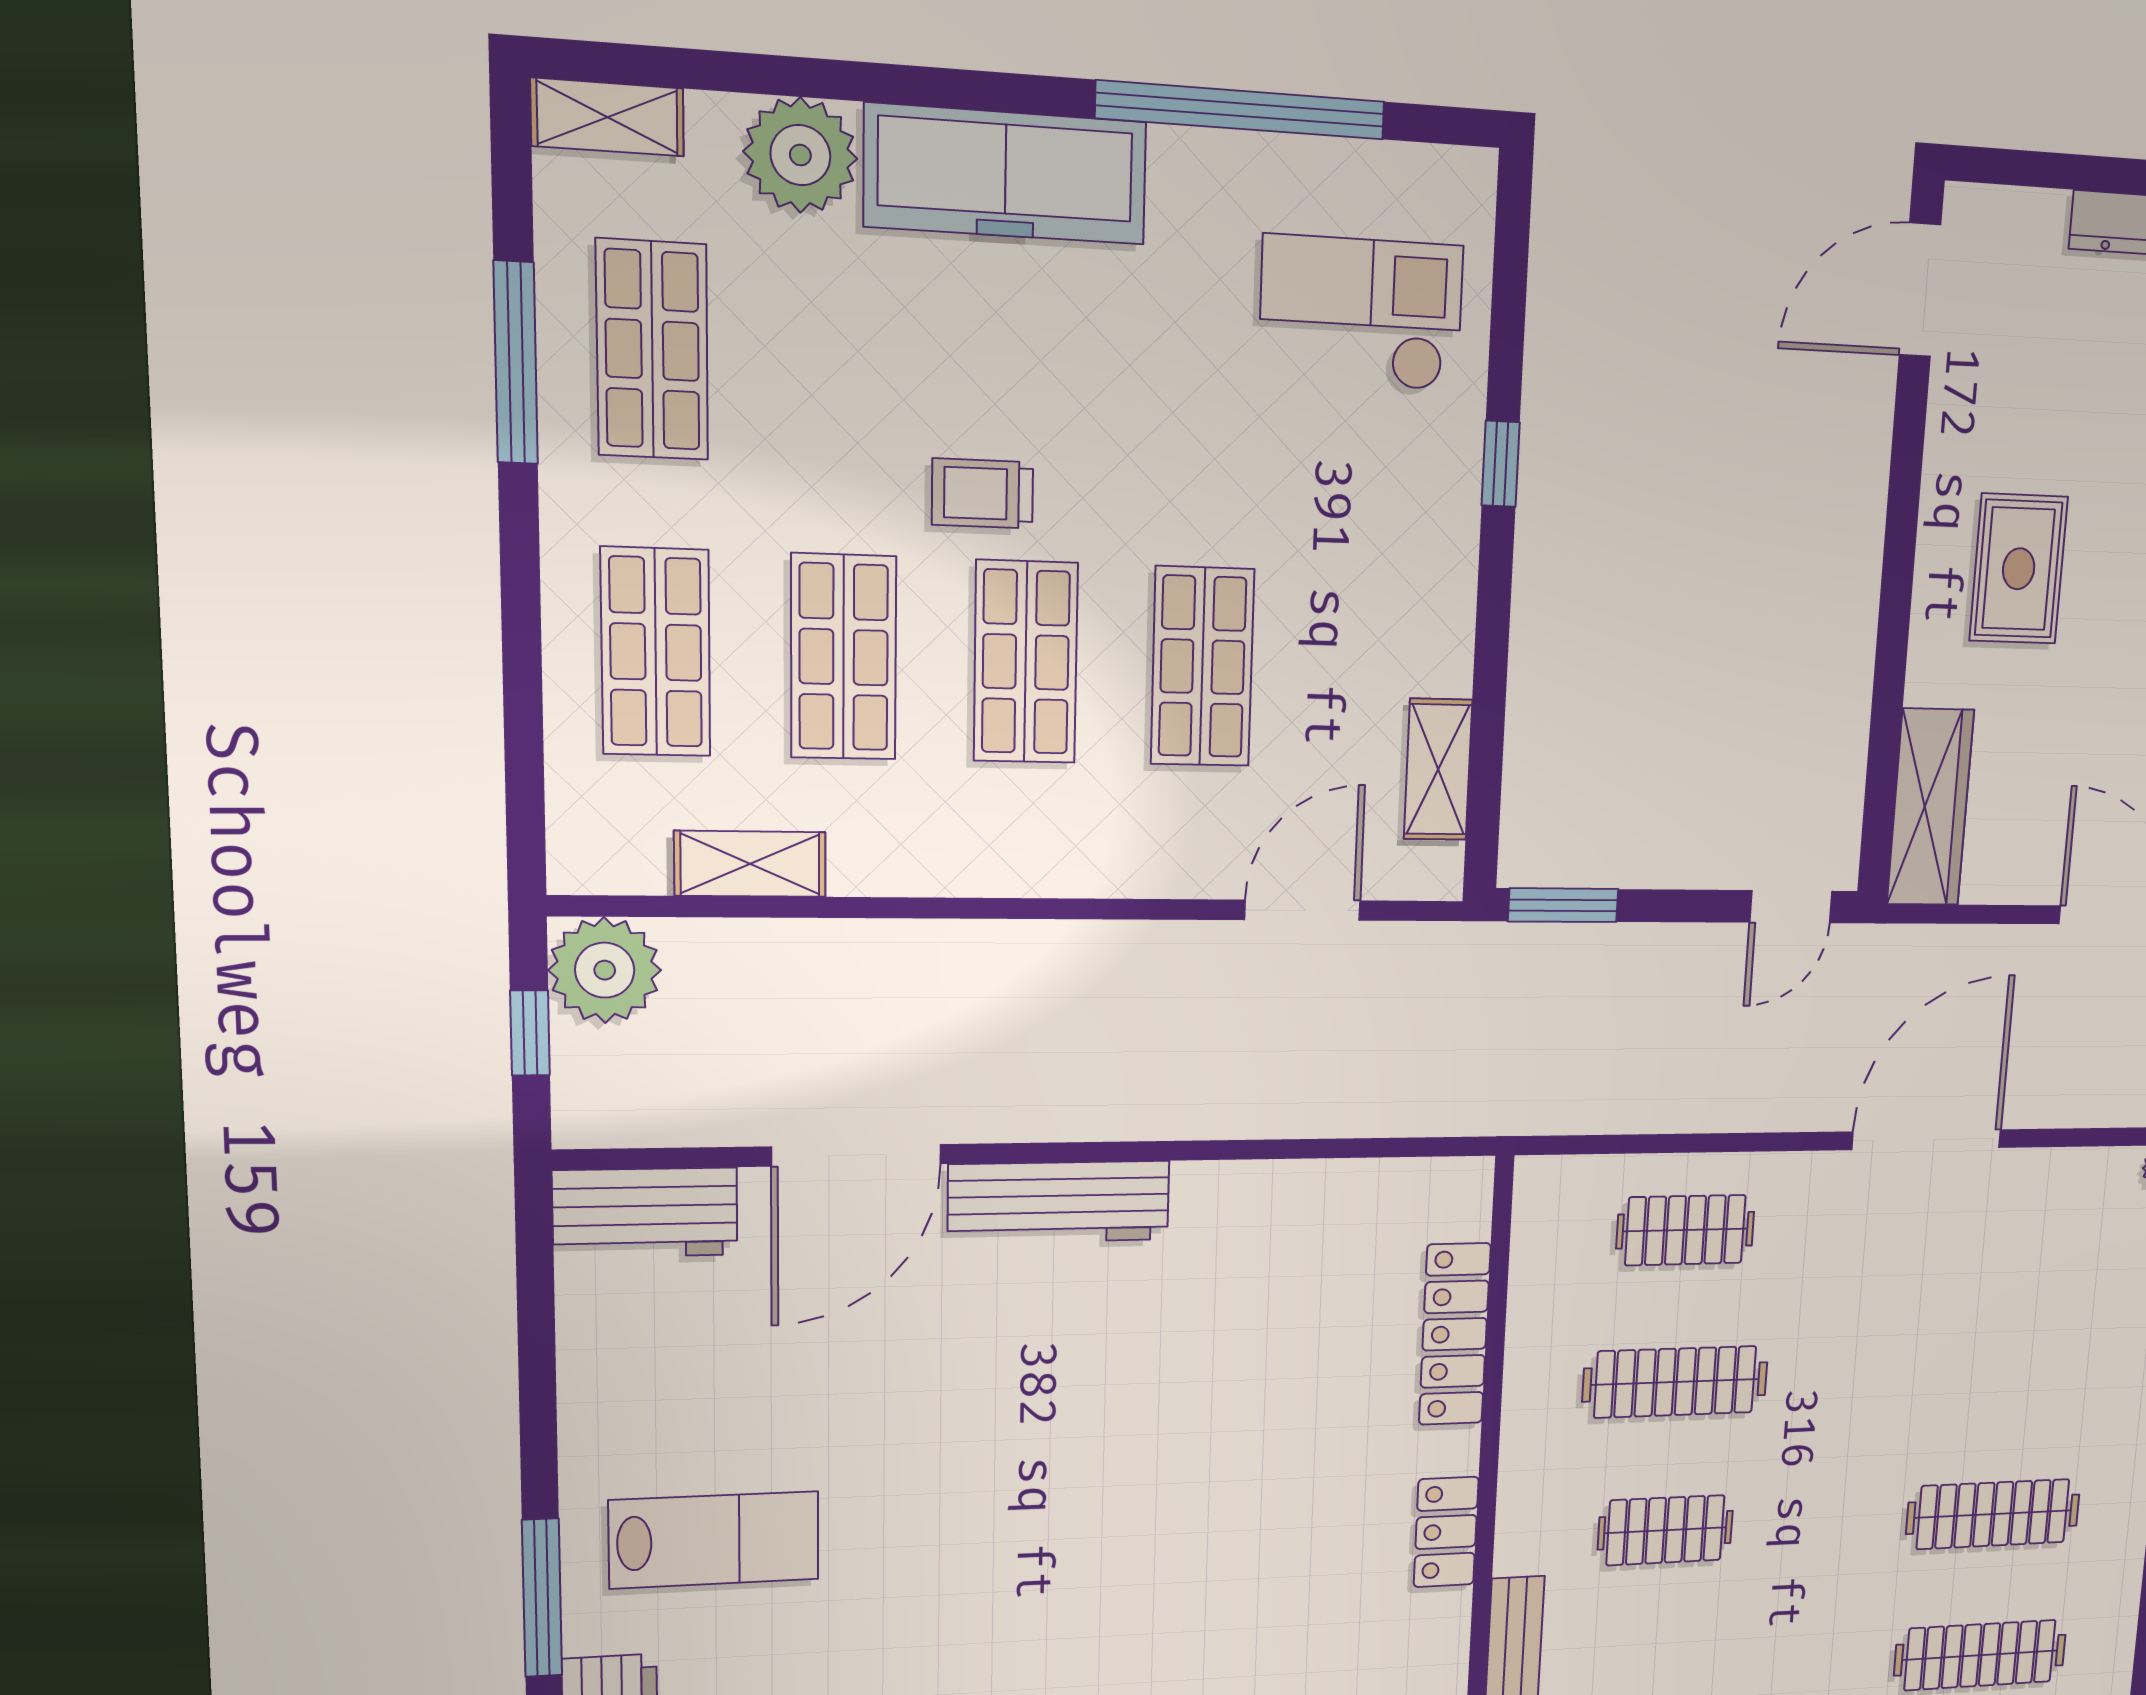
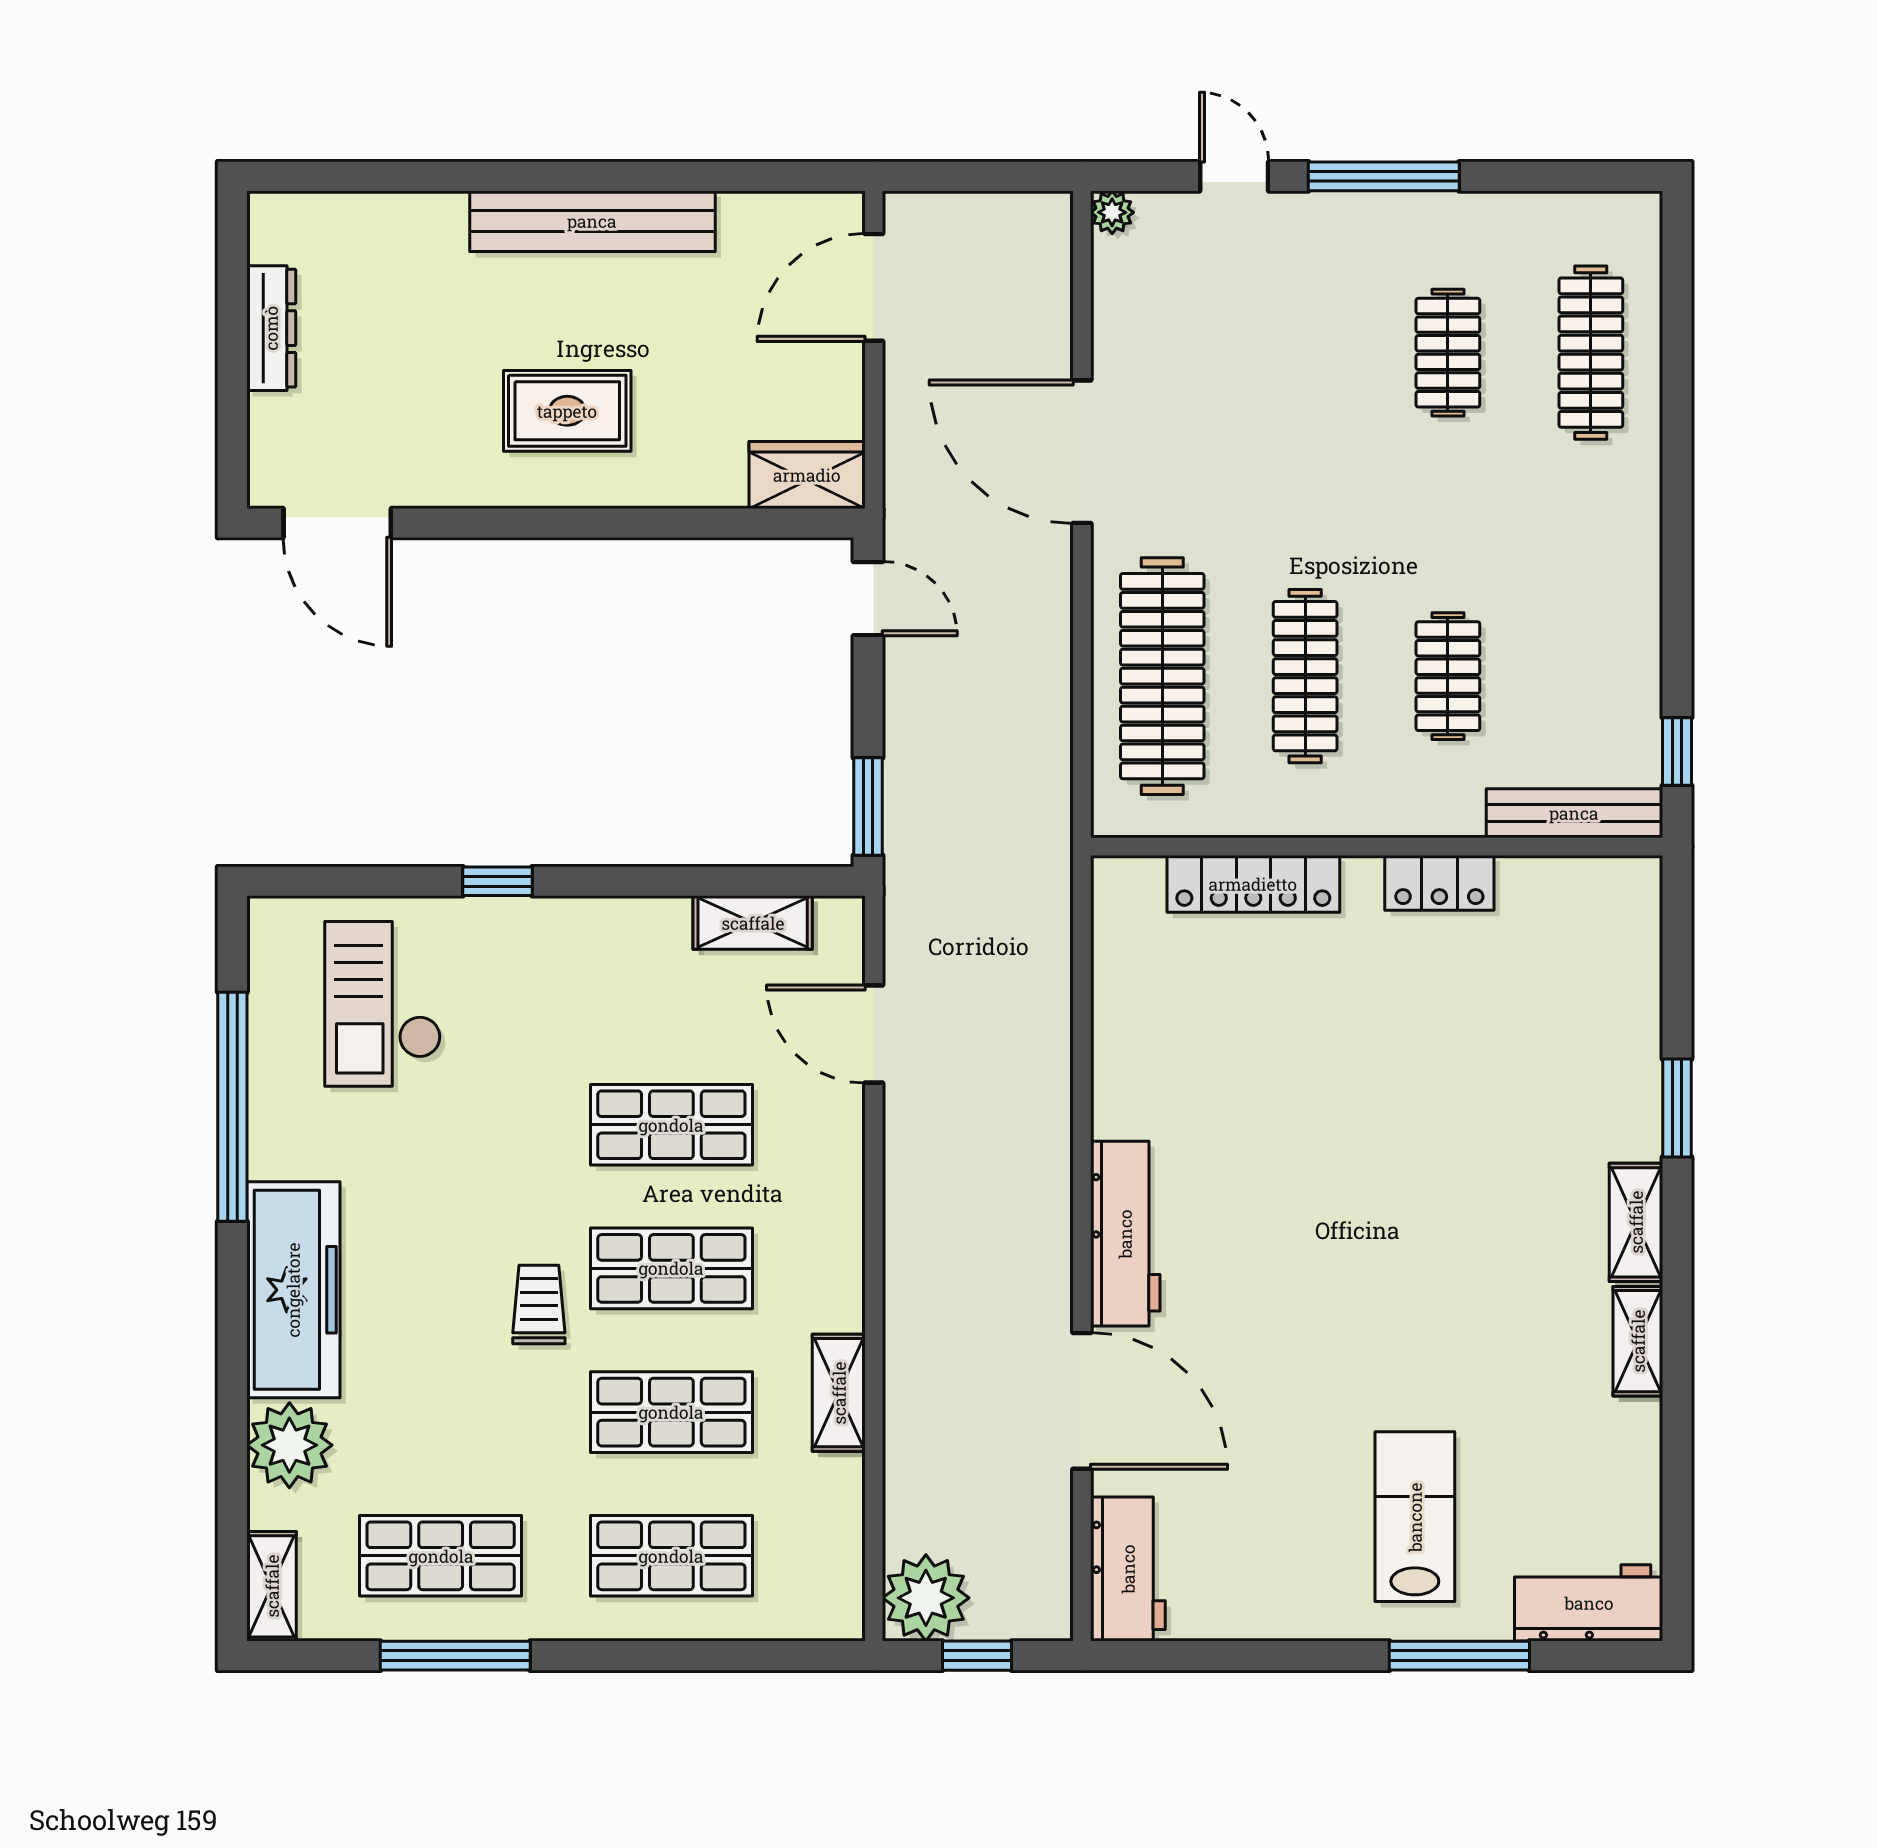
trolley: (983, 494) -> (539, 1304), turned 180
wardrobe: (1930, 807) -> (807, 475), width x0.67
shelving: (750, 864) -> (839, 1393), moved
clothes rail: (1685, 1230) -> (1162, 676), width x1.86, depth x1.31
clothes rail: (1993, 1514) -> (1448, 353), width x0.73

